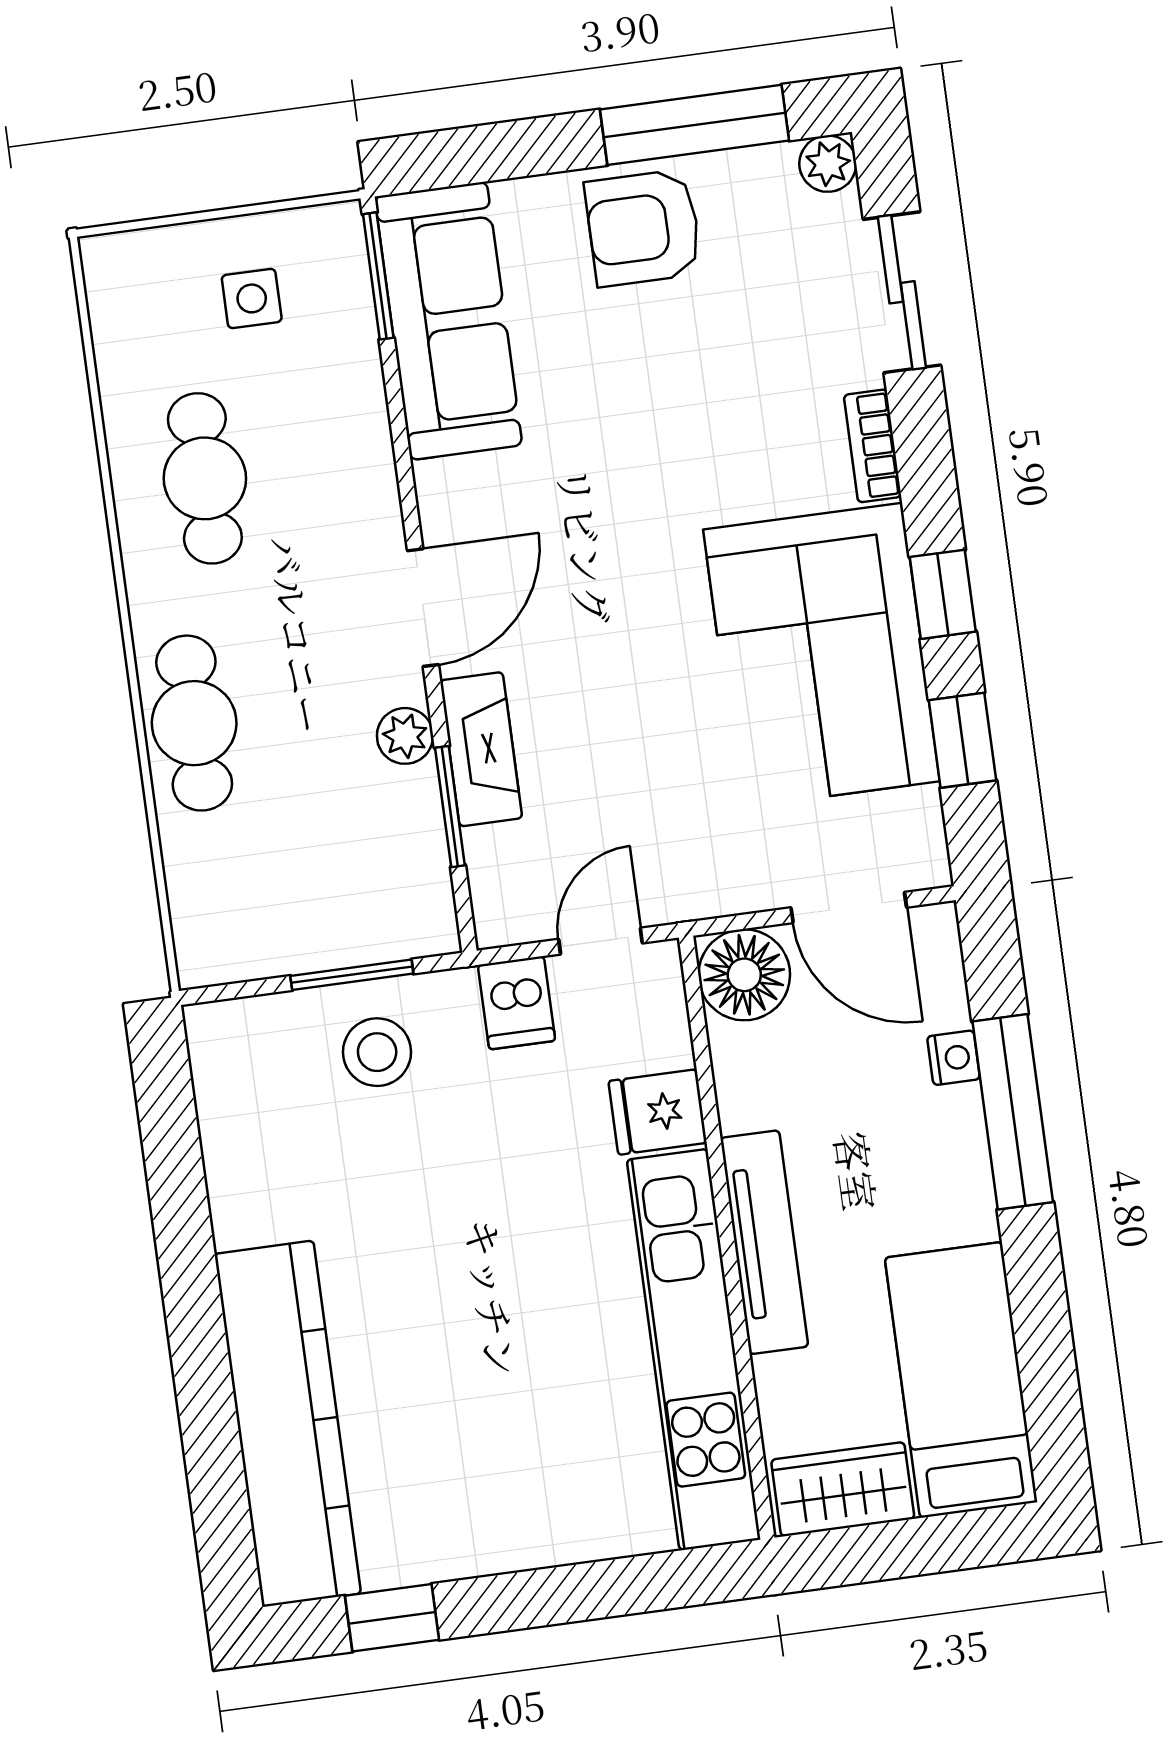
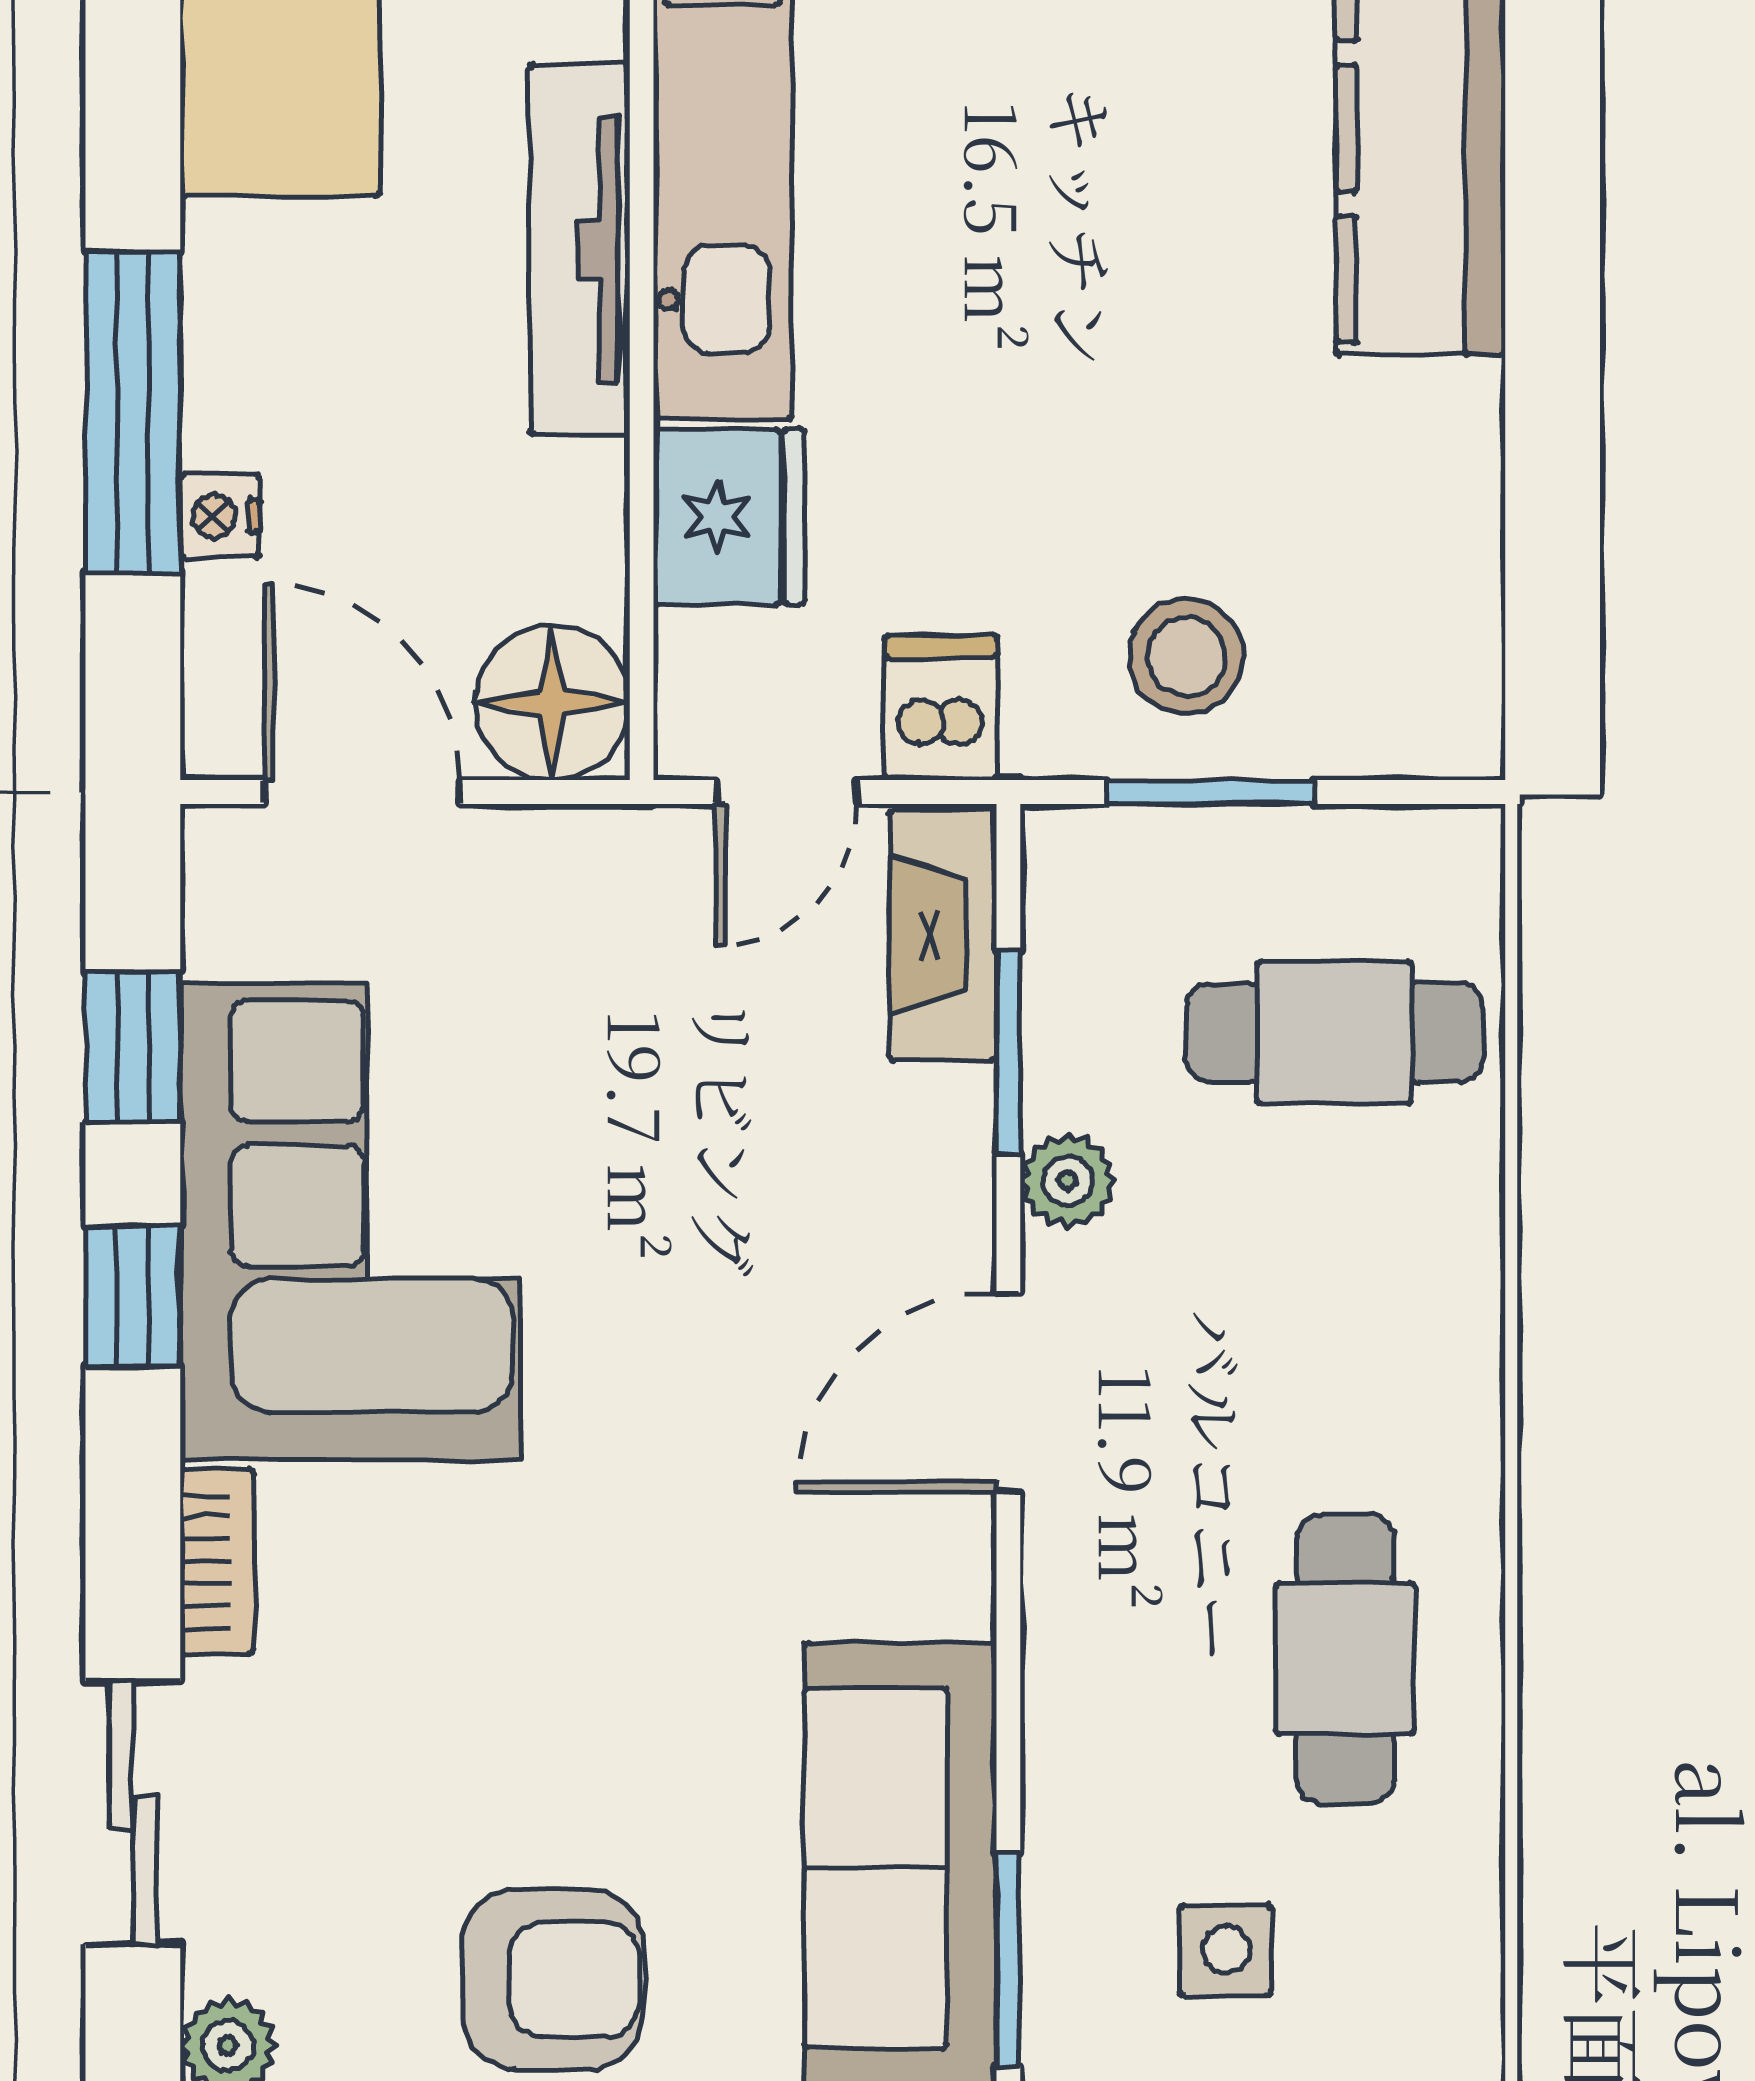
cafe table: (194, 723) -> (1335, 1032), moved, turned 90
fireplace: (481, 749) -> (943, 935), moved
fridge: (658, 1112) -> (729, 517), width x1.38

